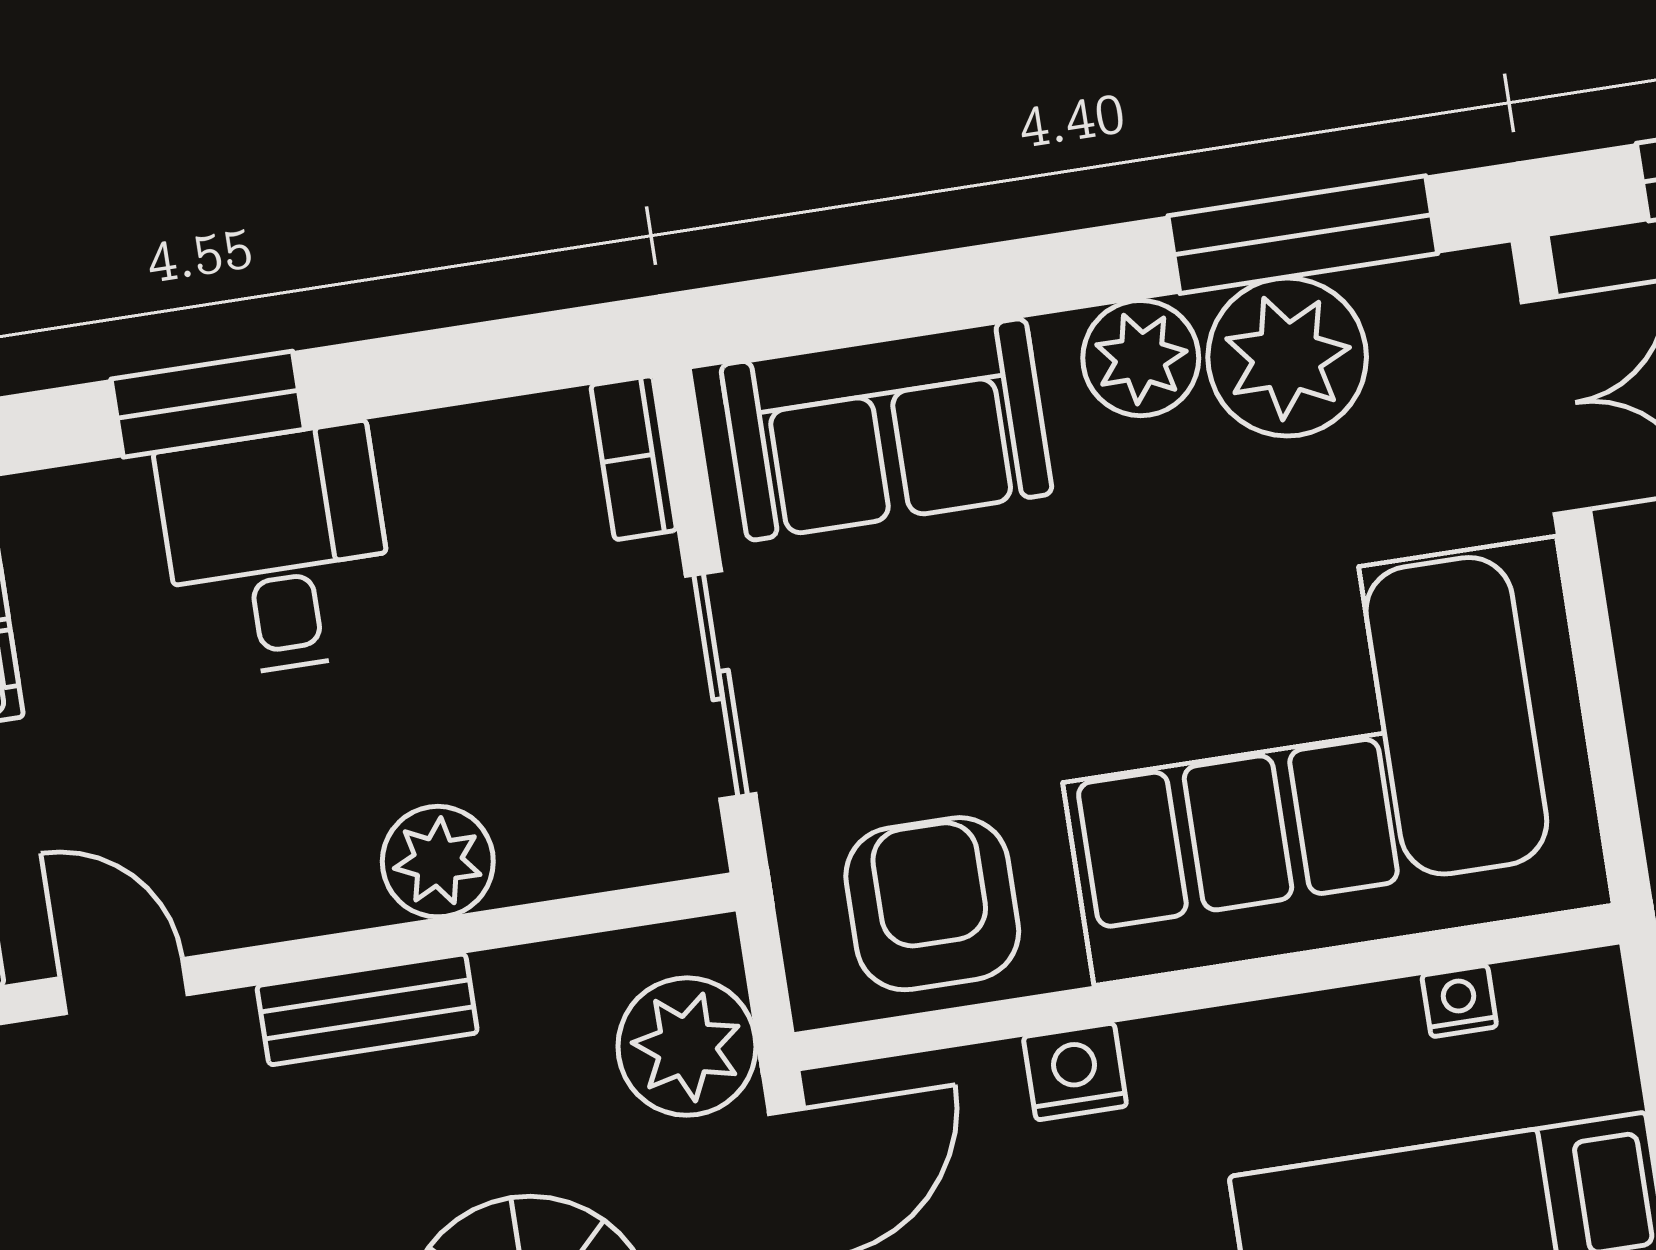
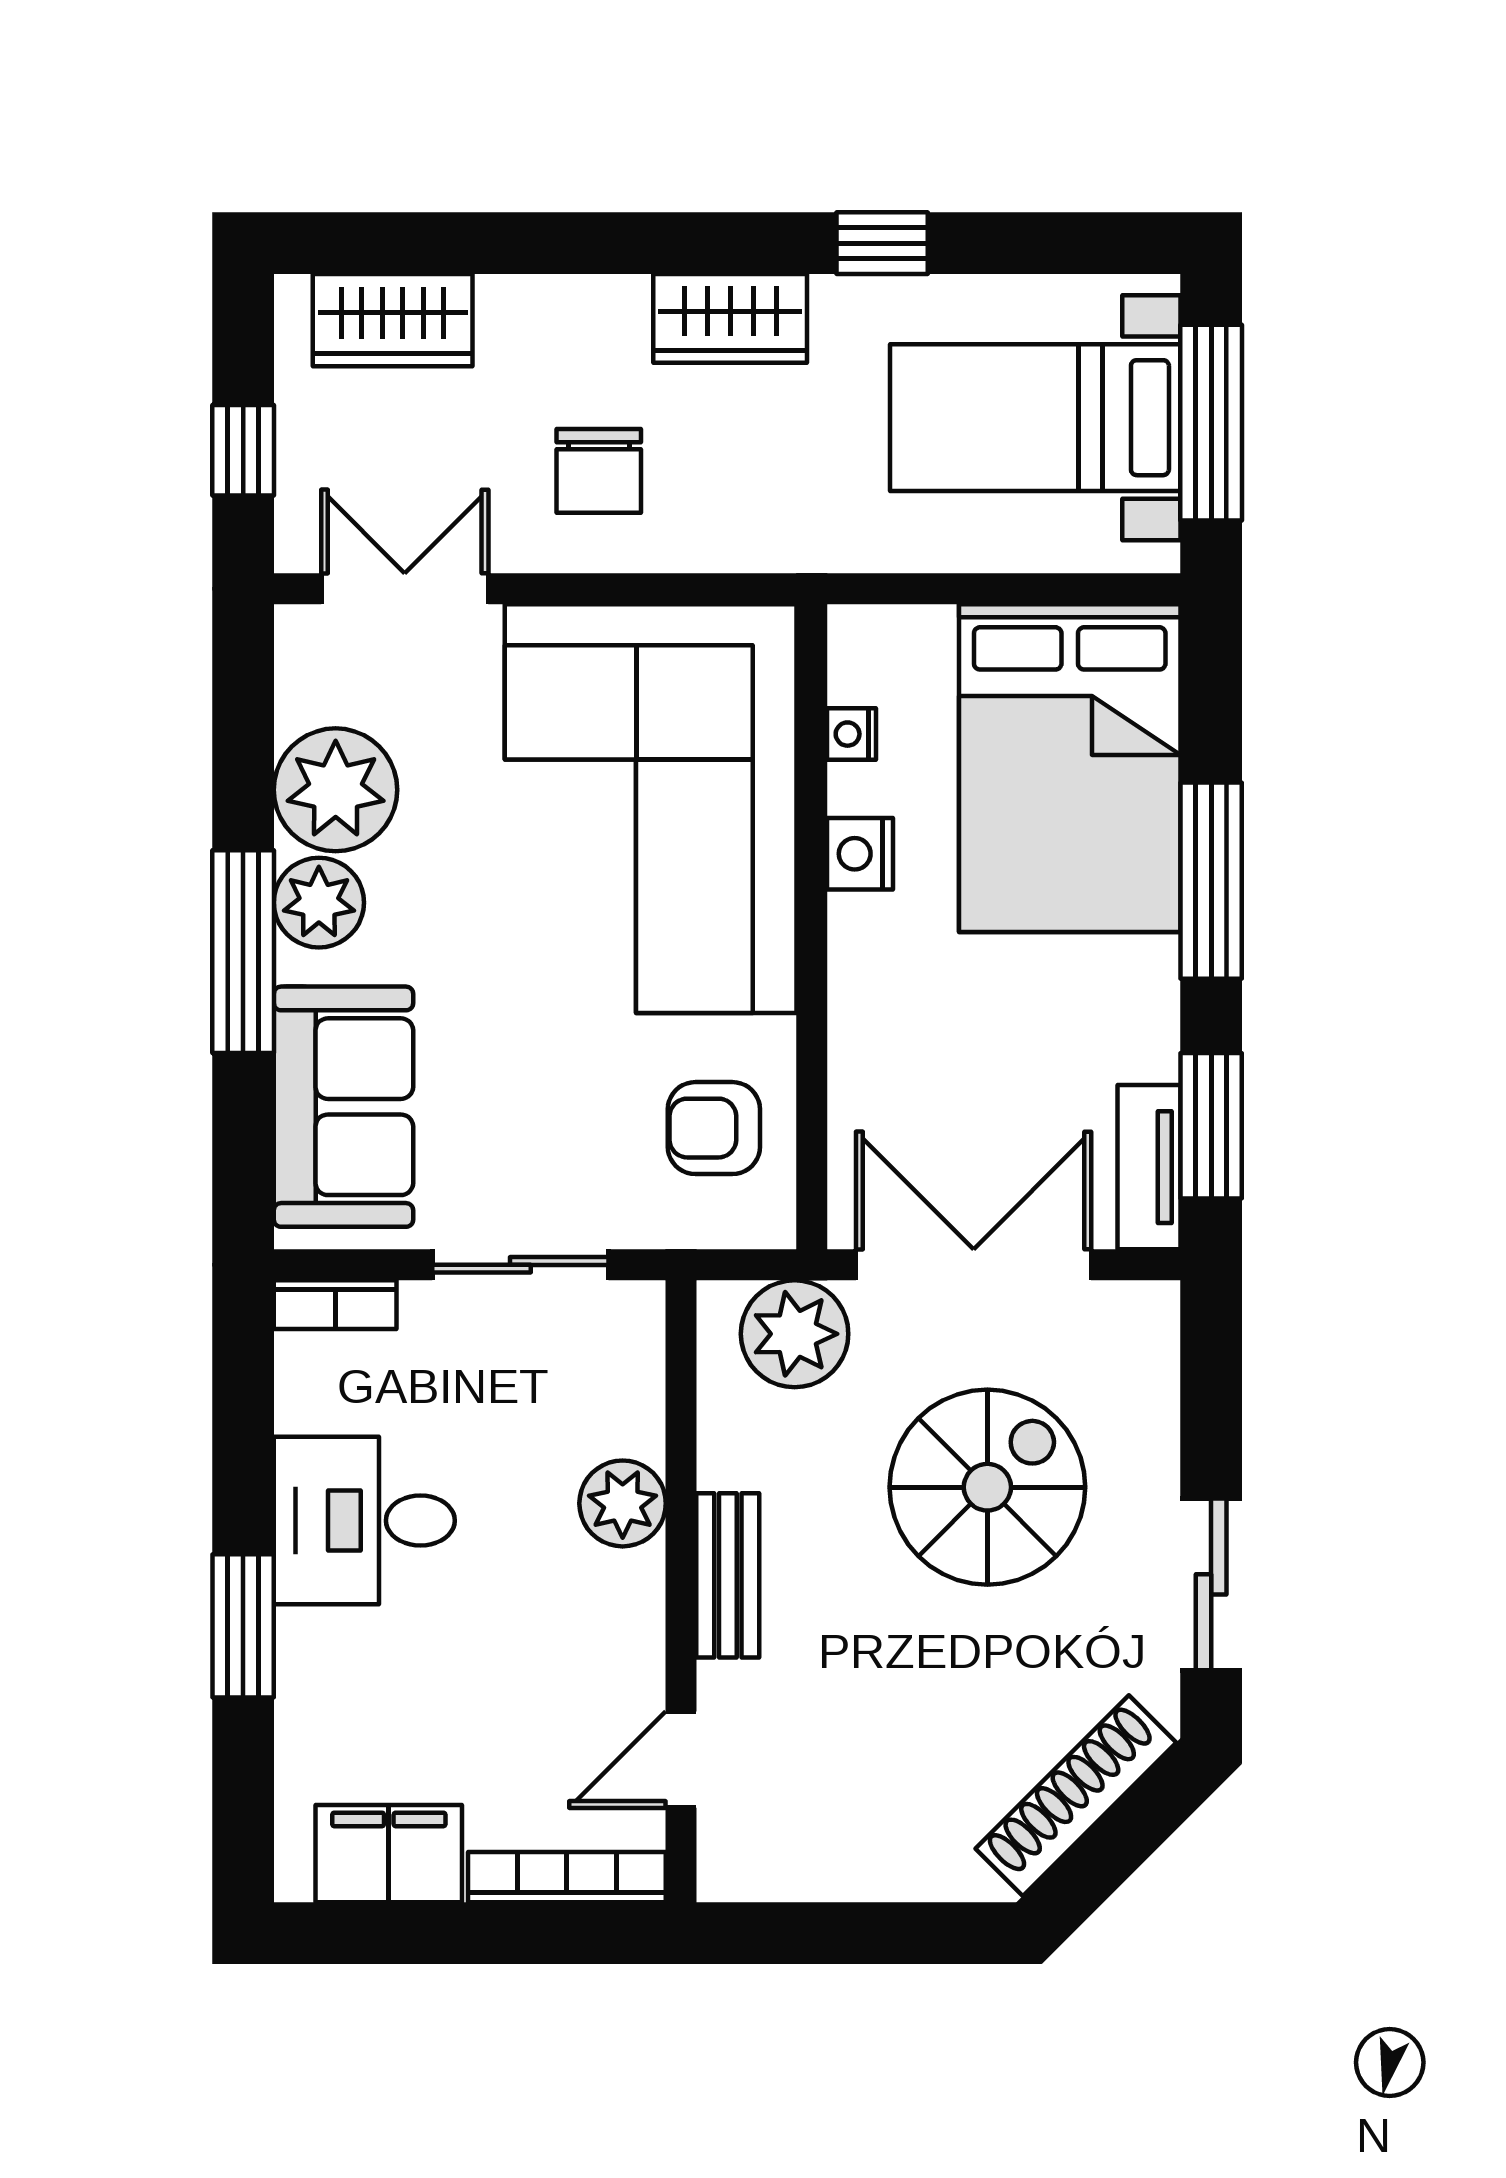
window: (1303, 235) -> (243, 952), moved
desk: (277, 551) -> (364, 1521), moved
armchair: (932, 904) -> (714, 1128), width x0.72, depth x0.72
nightstand: (1075, 1071) -> (860, 854), moved

